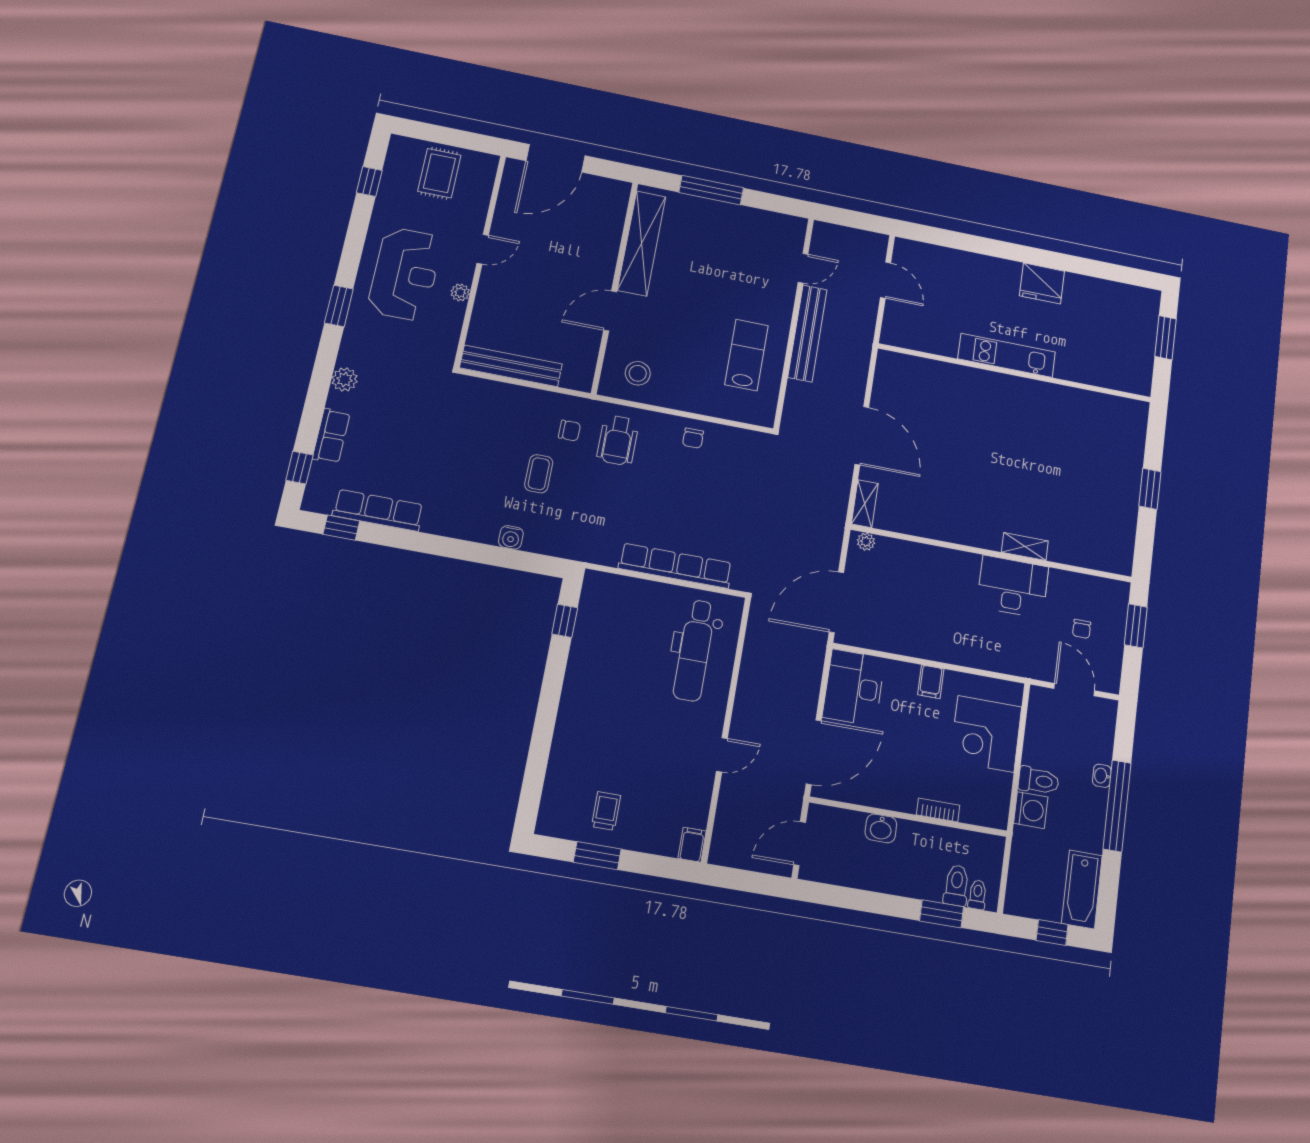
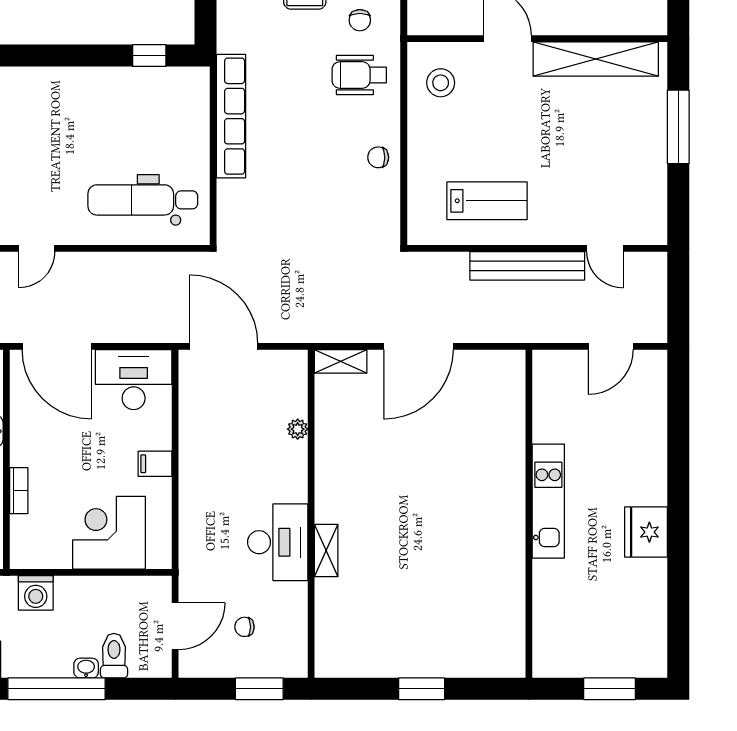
plant: (866, 542) -> (298, 429), moved
row of seats: (675, 566) -> (231, 116), moved
door: (722, 755) -> (37, 248), hinge flipped
toilet: (1039, 781) -> (114, 656), moved, turned 180

